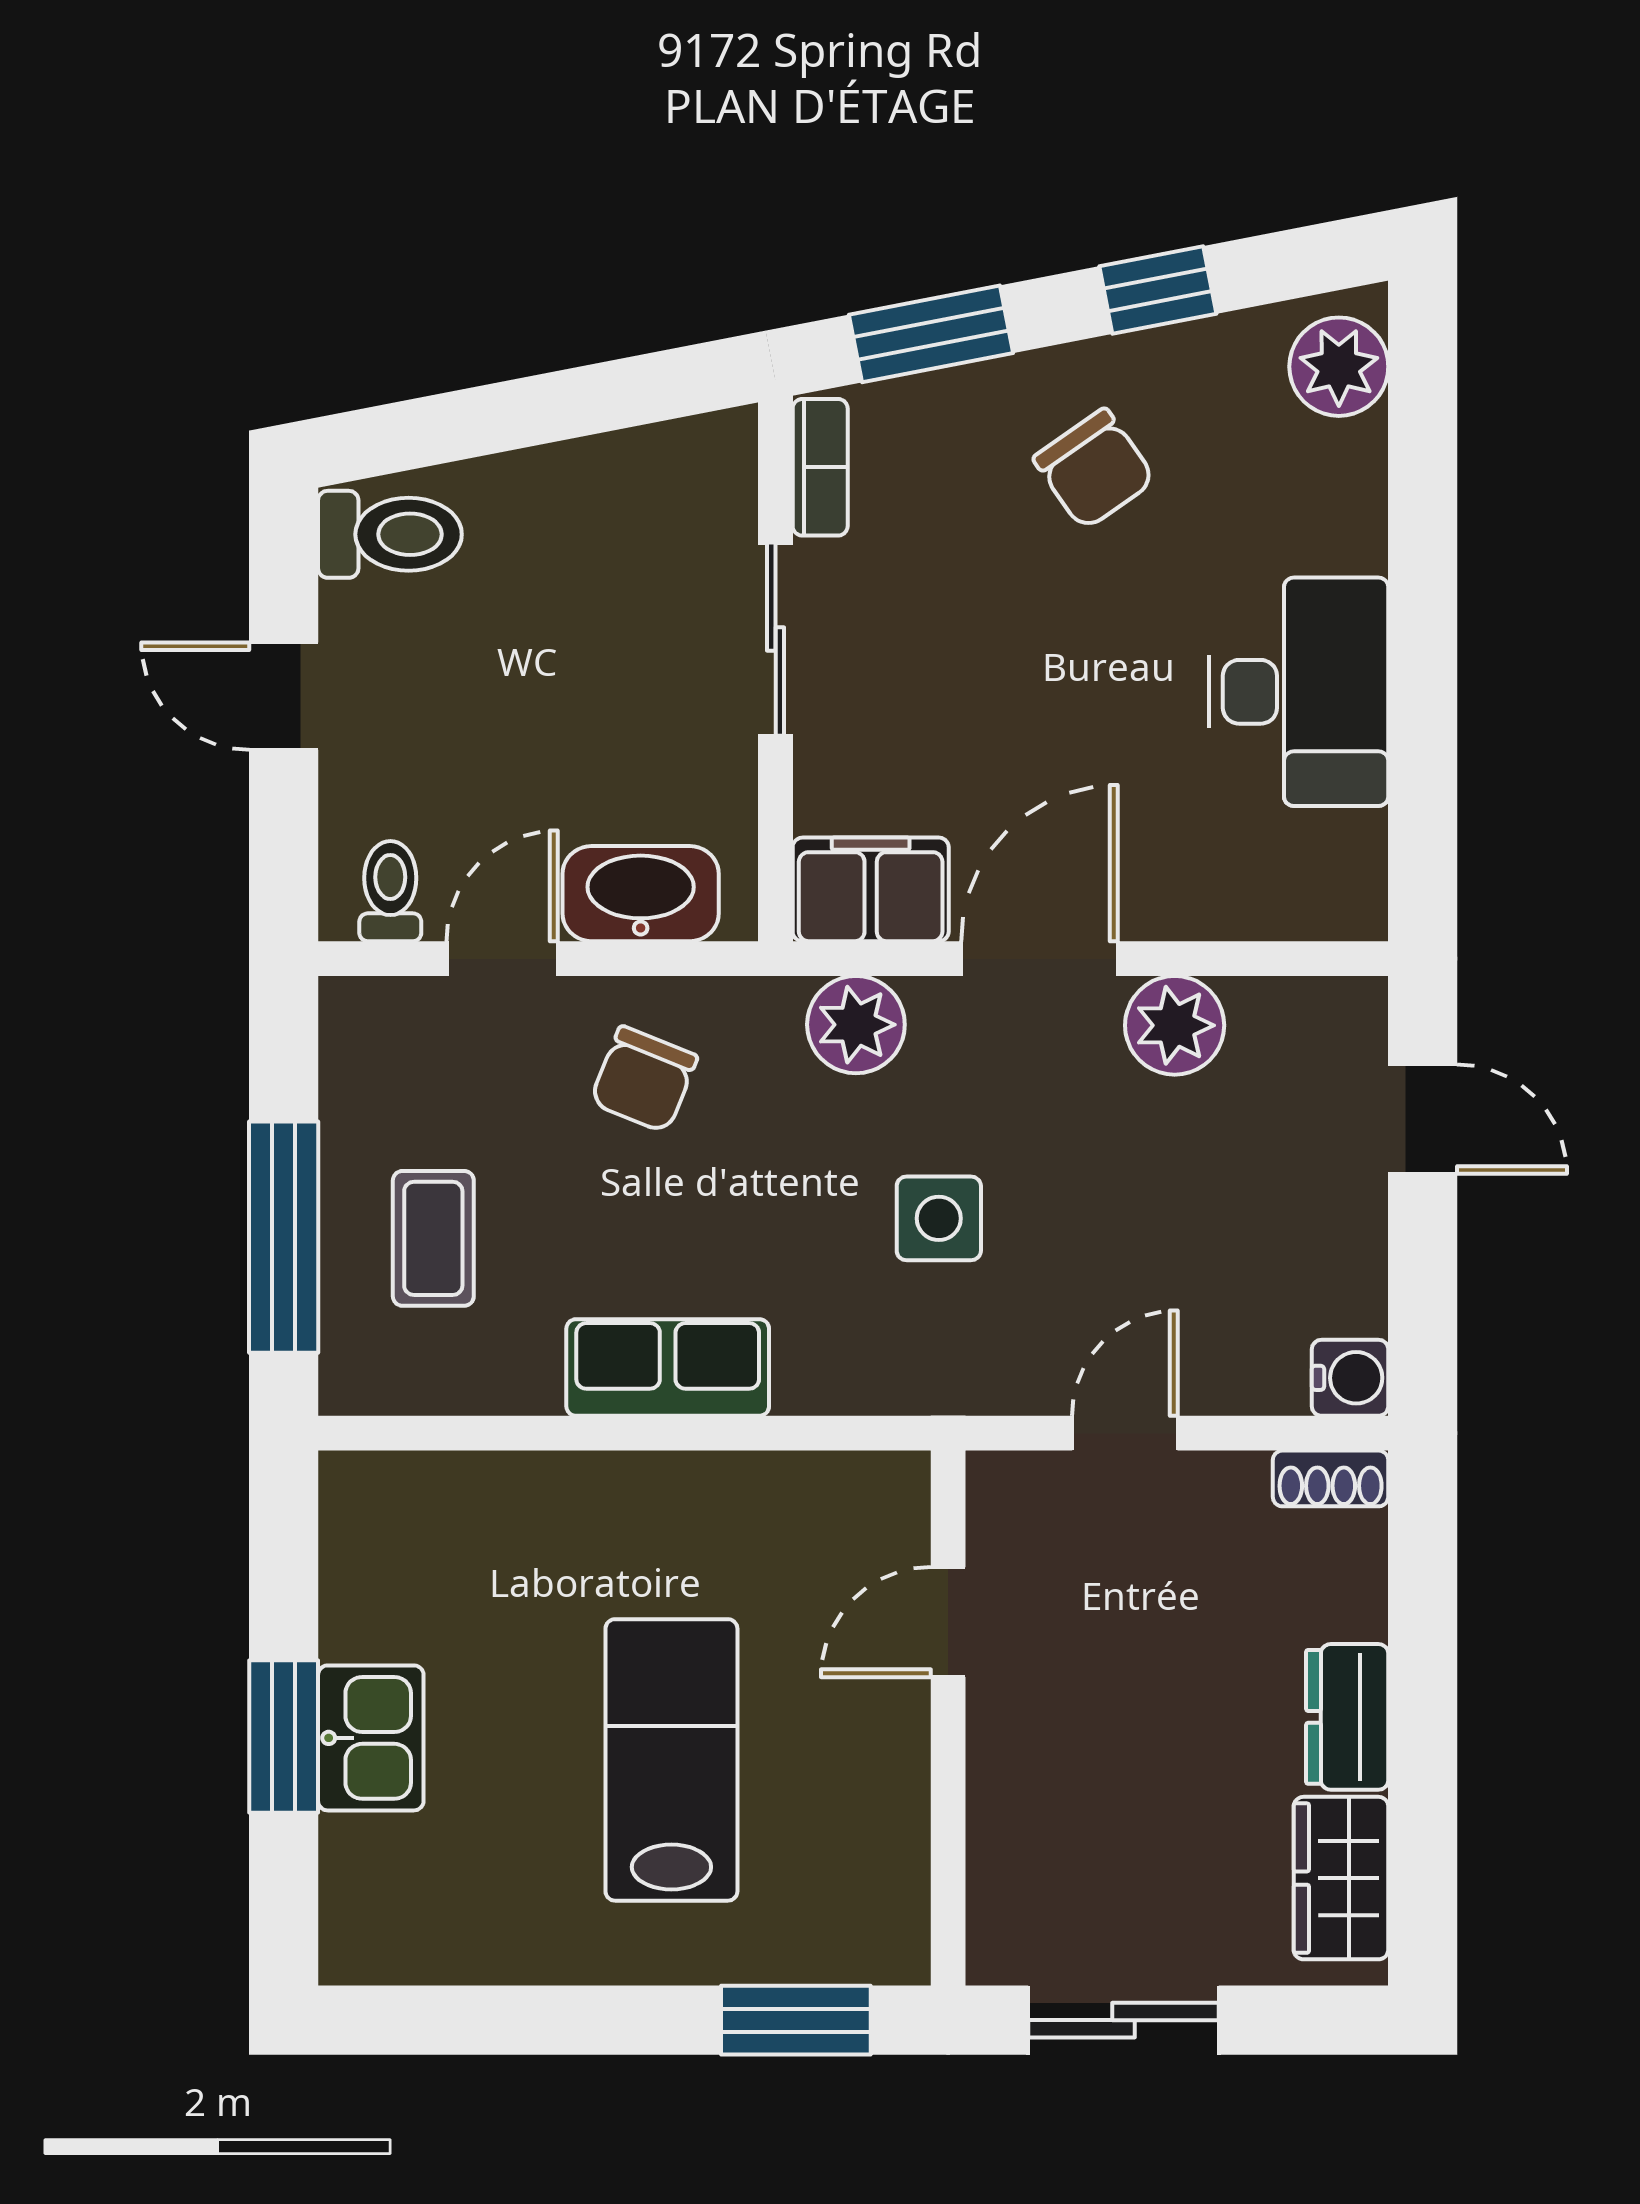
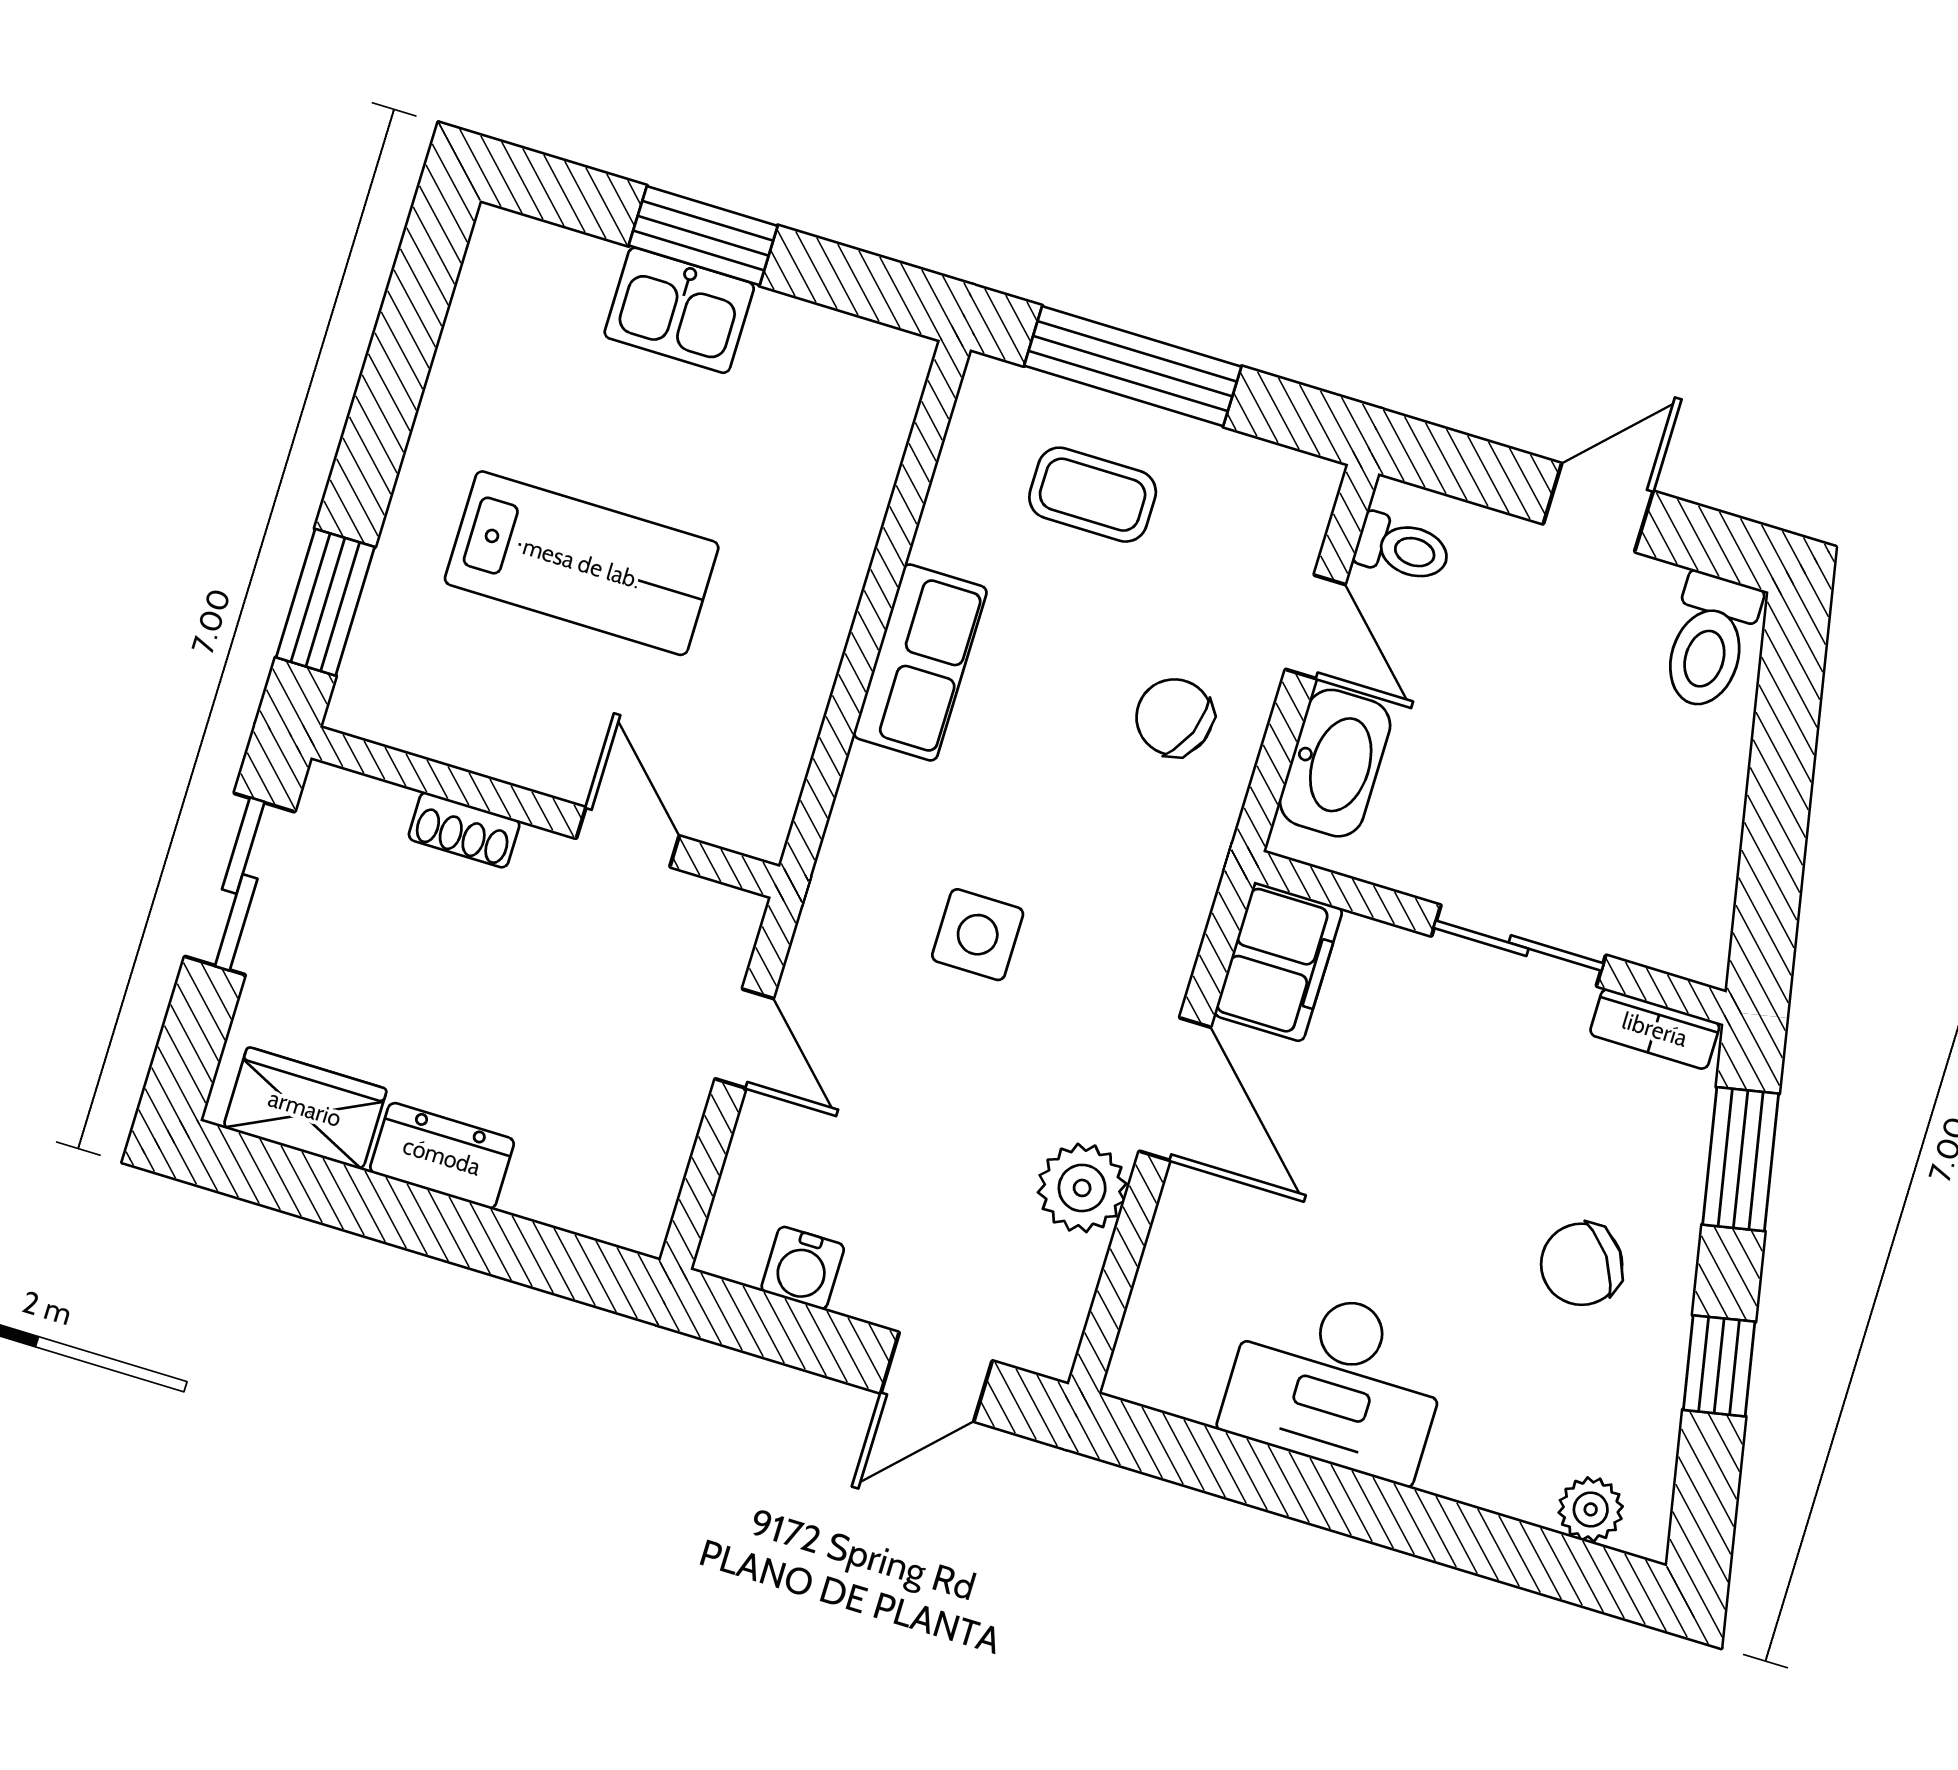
plant: (1339, 367) -> (1591, 1509), width x0.73, depth x0.73
plant: (856, 1025) -> (1166, 914), removed
water cooler: (1350, 1378) -> (803, 1268), moved
shoe rack: (1331, 1478) -> (464, 830), moved, turned -90

